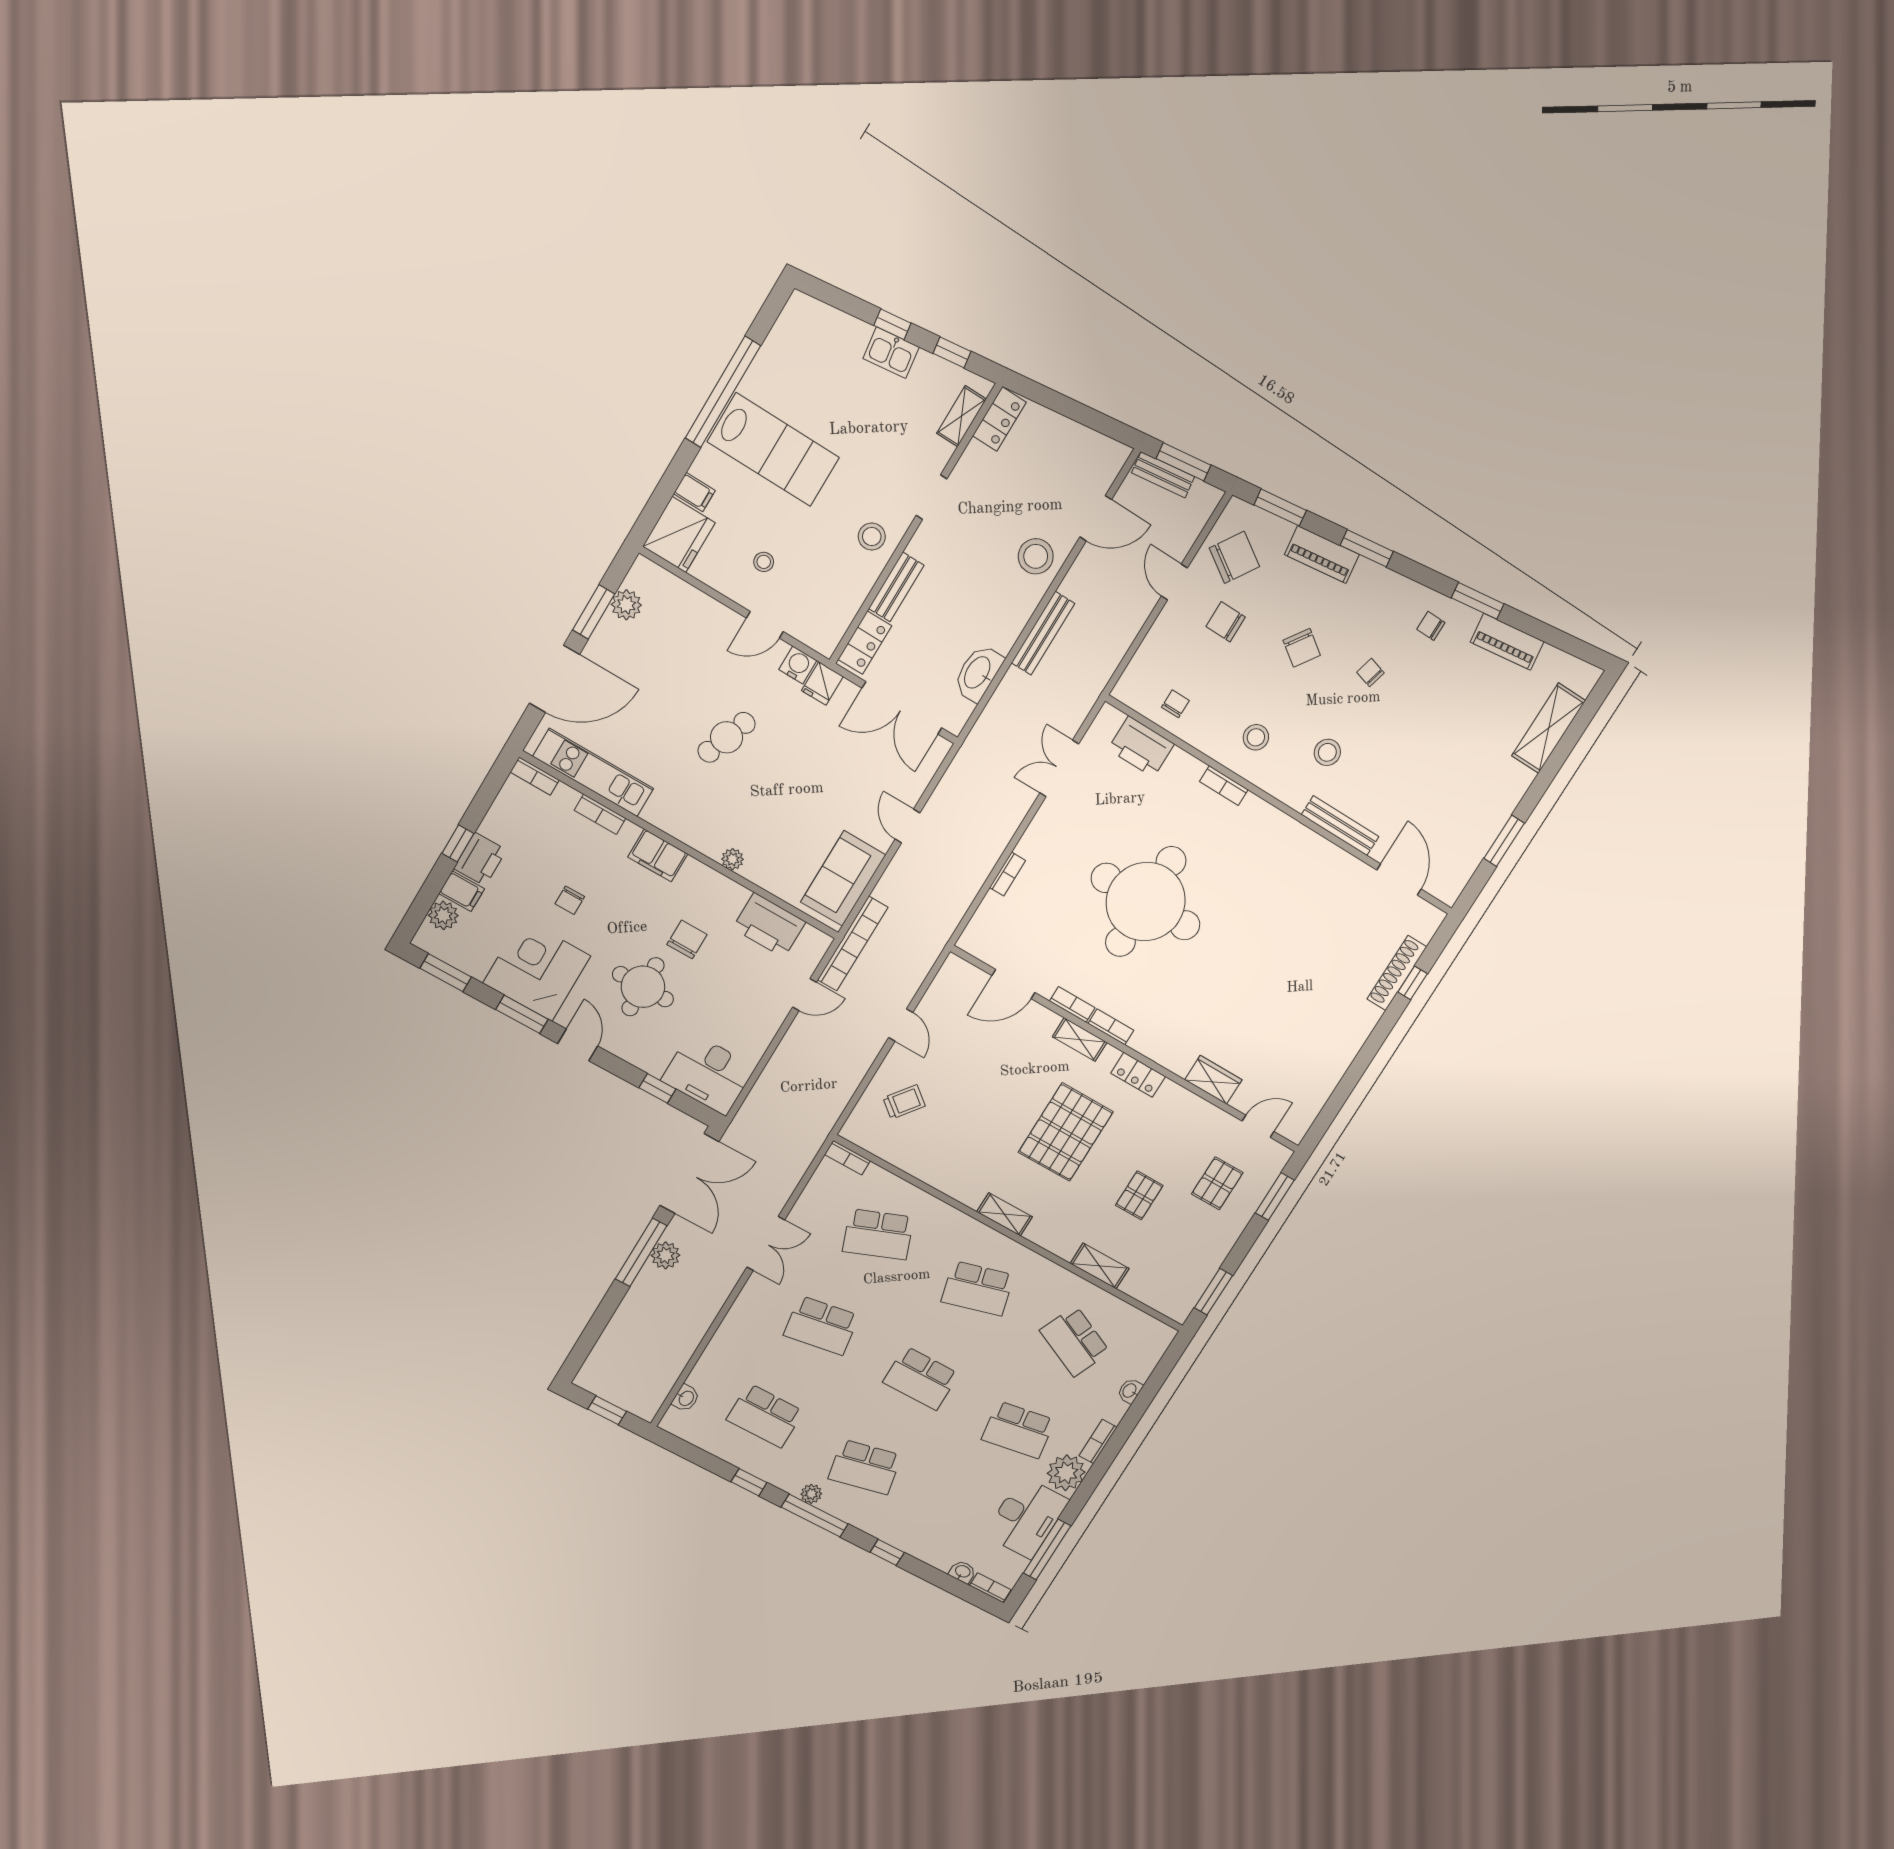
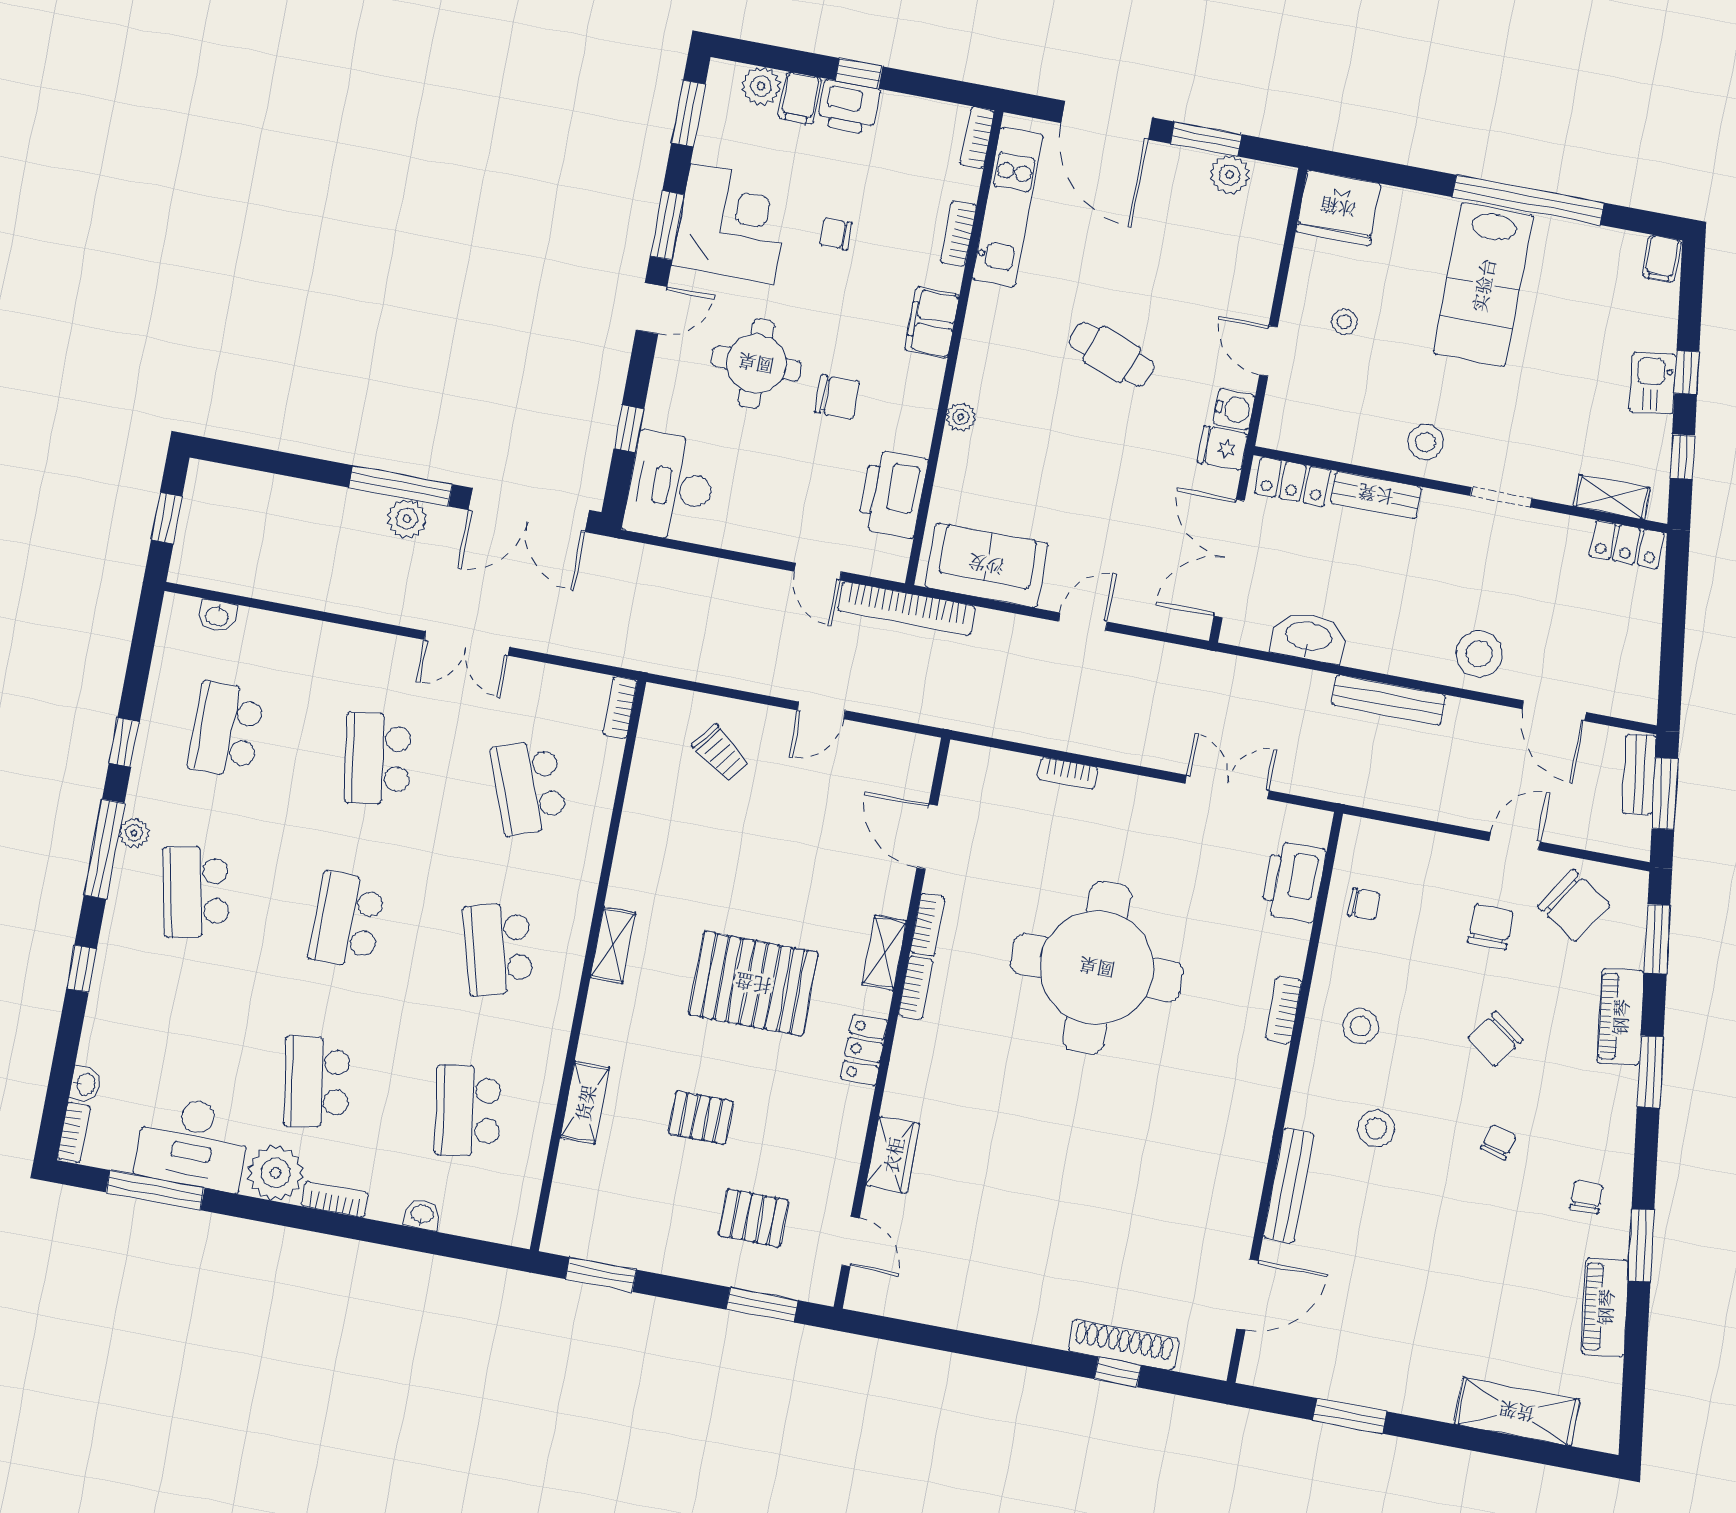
filing cabinet: (694, 492) -> (1662, 259), moved
school desk: (1075, 1341) -> (468, 1110), turned -33

